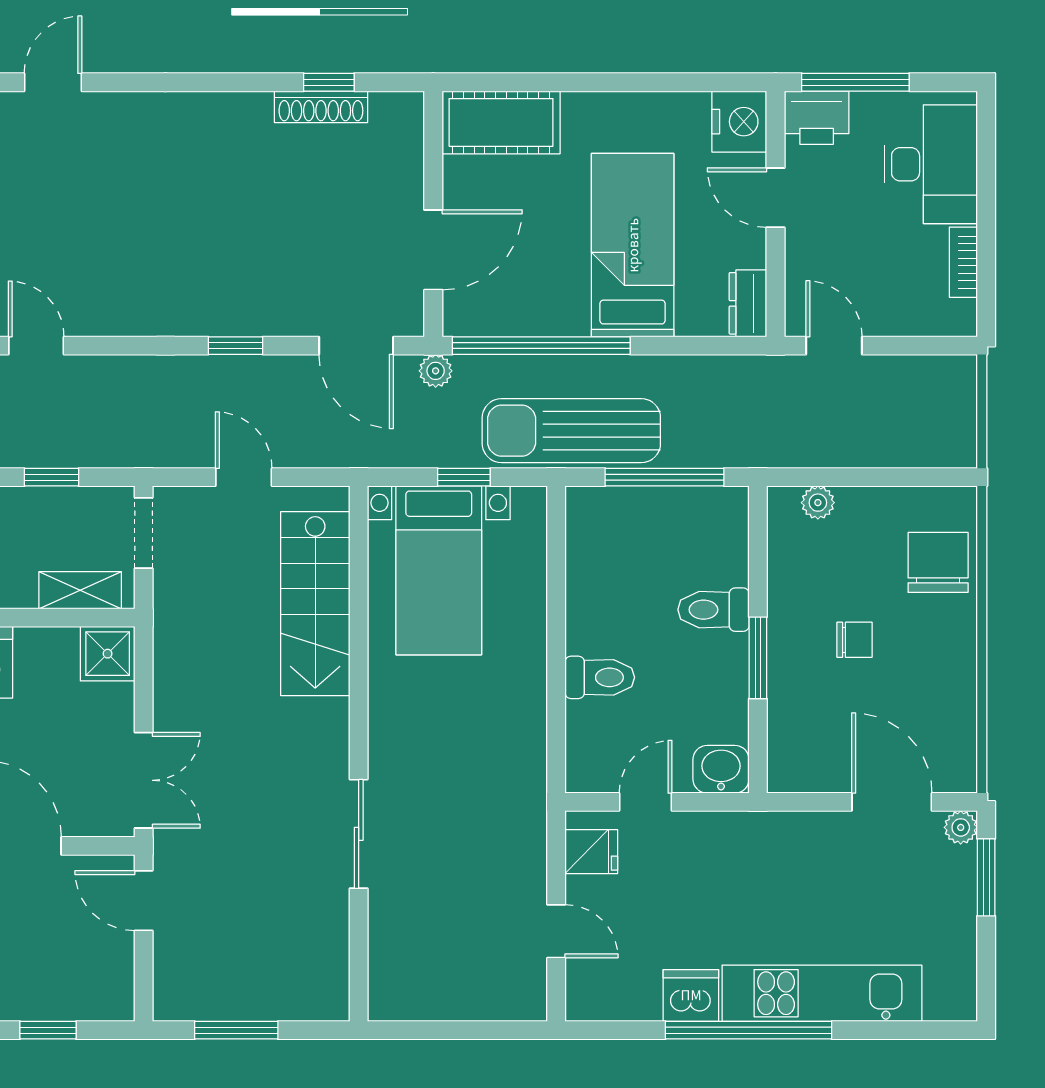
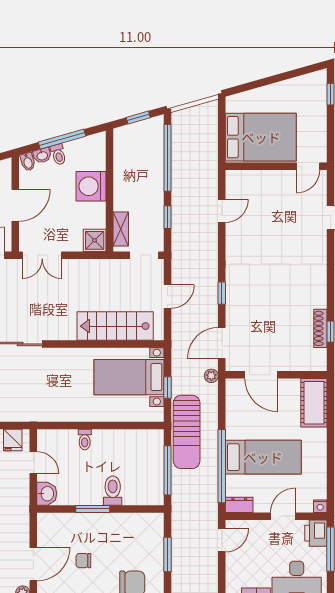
nightstand: (739, 122) -> (320, 506), width x0.53, depth x0.56
window: (541, 346) -> (222, 466), moved
sun lounger: (571, 431) -> (187, 432), turned 180
window: (868, 477) -> (167, 554), added
plant: (818, 503) -> (157, 534), removed
chair: (855, 640) -> (83, 561), moved, turned 90
toilet: (600, 677) -> (85, 440), width x0.73, depth x0.72

